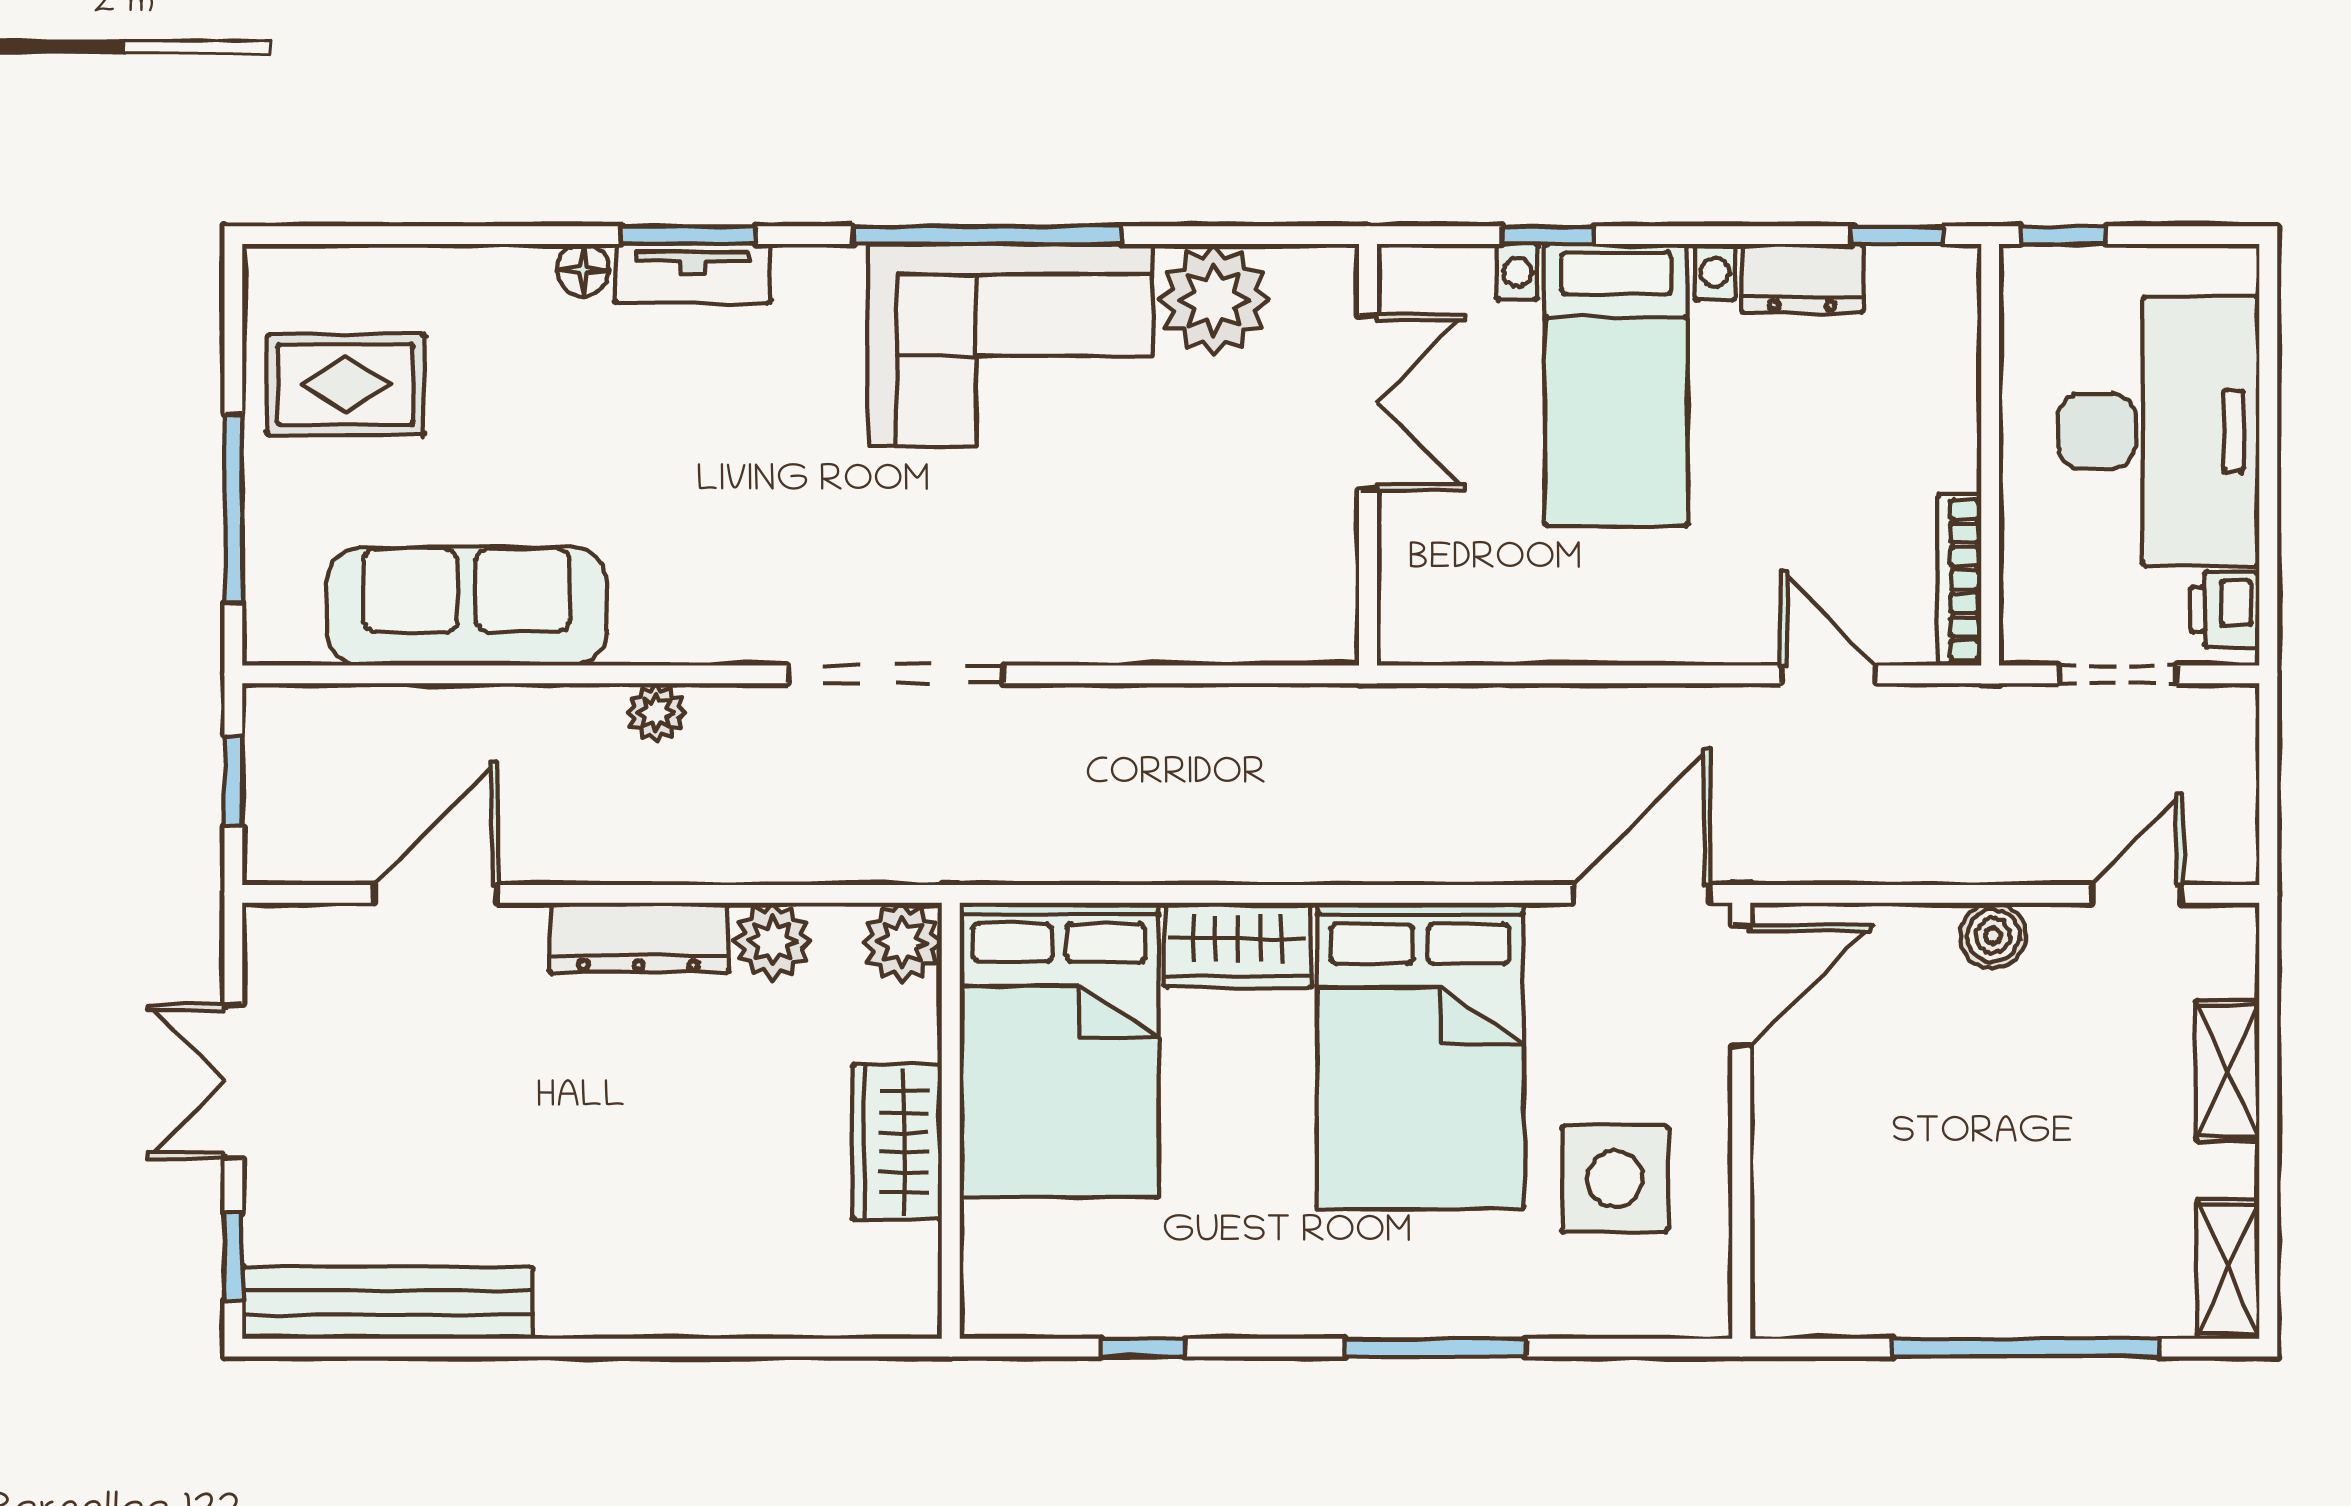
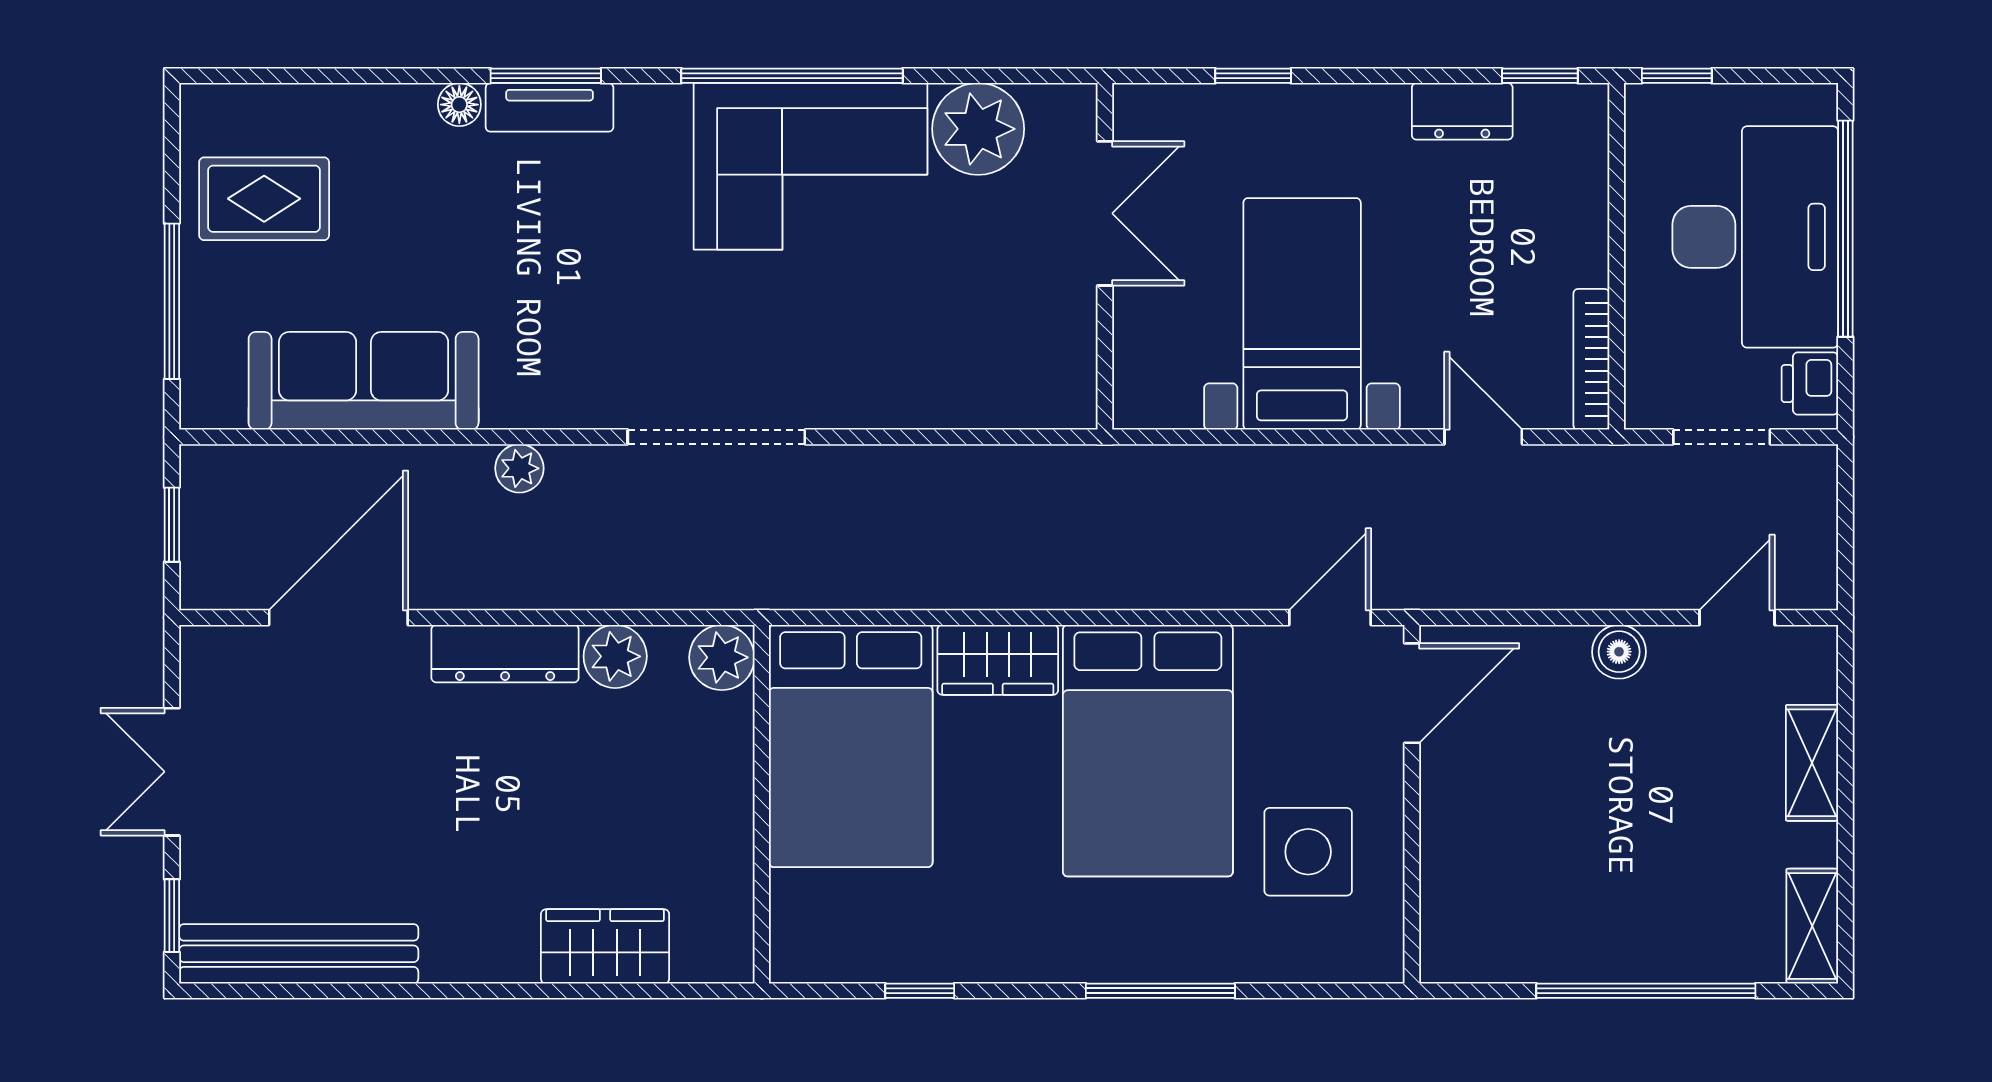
bed with nightstands: (1616, 385) -> (1302, 314), moved, turned 180
window: (2268, 421) -> (1845, 229), added
door: (436, 894) -> (338, 618), width x1.36
door: (1642, 894) -> (1330, 618), width x0.73
wardrobe: (897, 1142) -> (605, 946), moved, turned 90

